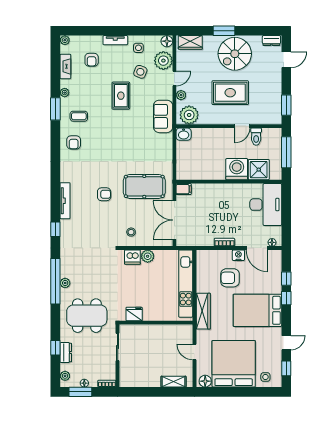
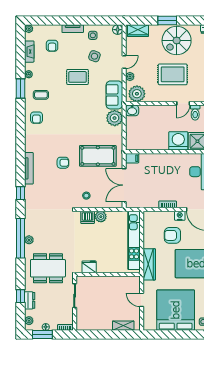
plant: (163, 61) -> (115, 118), moved
rug: (121, 96) -> (77, 77), turned 90
floor lamp: (205, 381) -> (151, 325), removed

